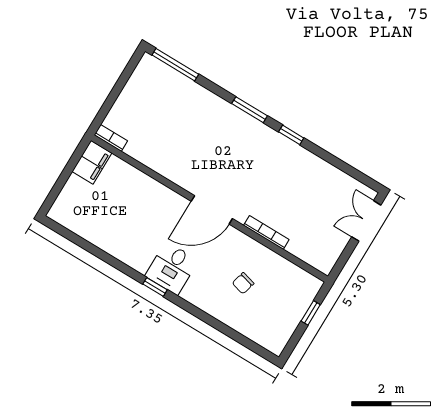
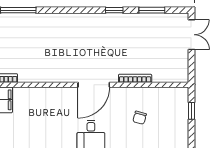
window: (250, 110) -> (152, 10), moved
double door: (366, 221) -> (191, 35), swing flipped

